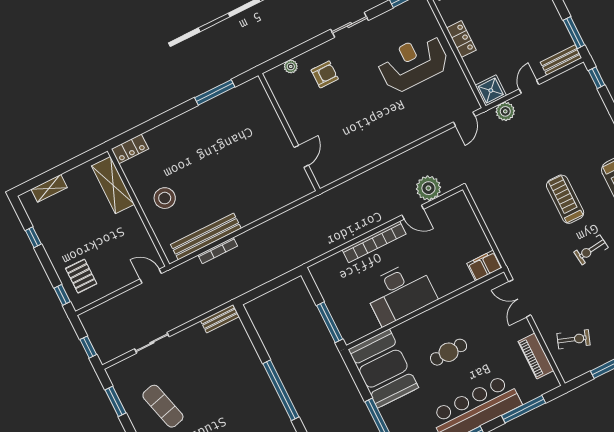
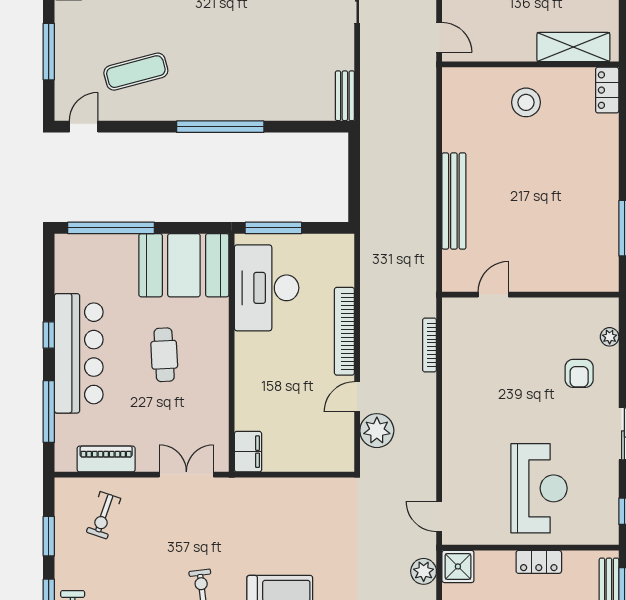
door: (301, 156) -> (493, 295), swing flipped
bench: (206, 236) -> (454, 201), moved
bookcase: (218, 250) -> (430, 345), moved
door: (151, 276) -> (439, 37), hinge flipped
desk: (400, 293) -> (267, 288), moved

